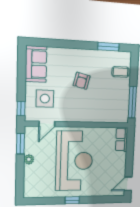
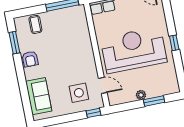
sofa: (36, 64) -> (39, 96), moved, turned 90
armchair: (82, 81) -> (30, 59), moved, turned 76
window: (20, 144) -> (154, 101), moved

